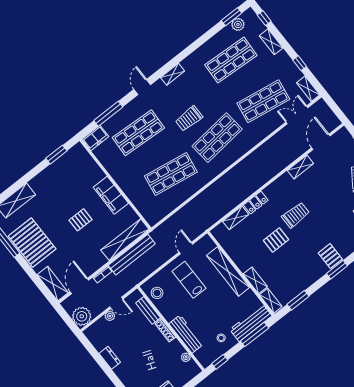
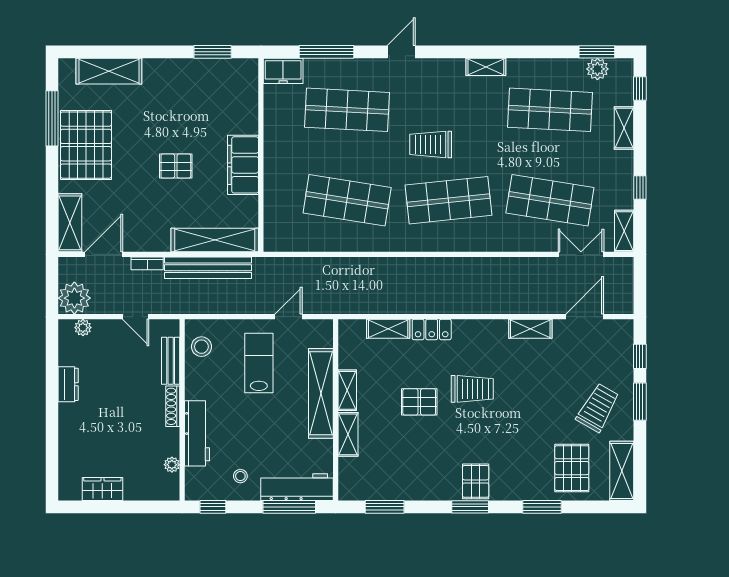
shelving: (173, 74) -> (486, 67), moved
shelving: (271, 301) -> (347, 390), moved
plant: (110, 316) -> (83, 328), moved

